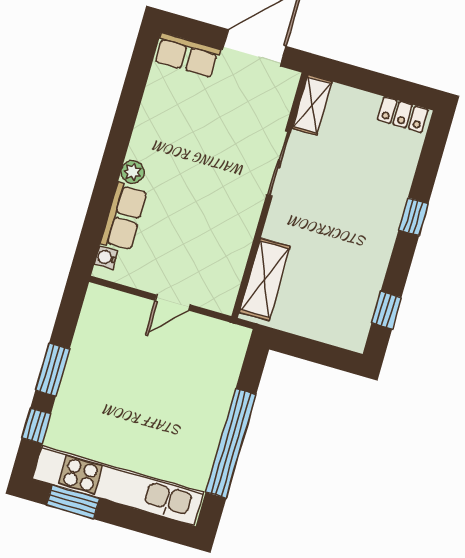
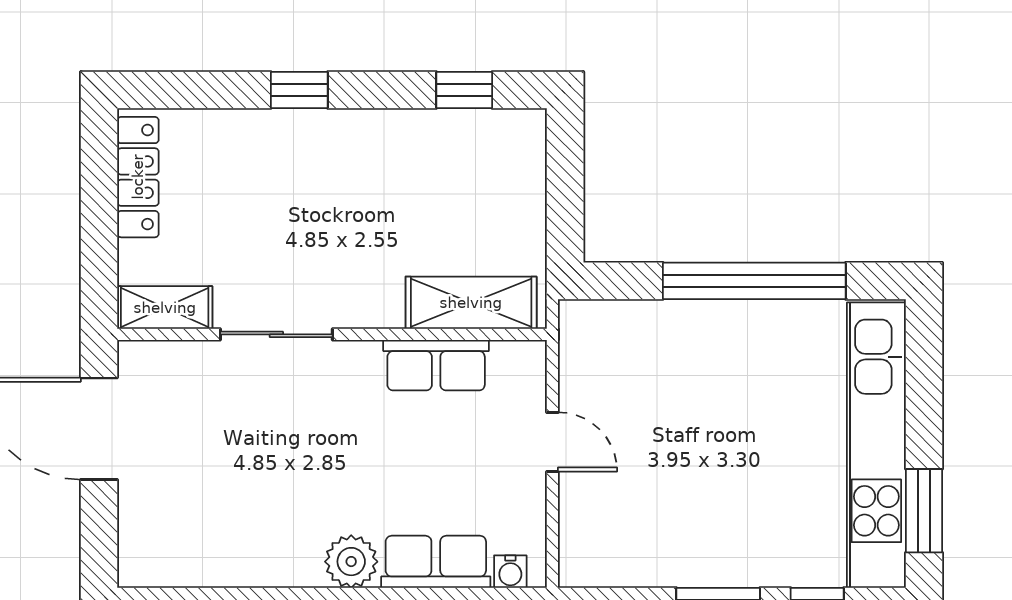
row of seats: (187, 55) -> (436, 365), moved, turned 90
locker: (403, 115) -> (138, 177), width x1.53
plant: (133, 172) -> (351, 562), width x1.38, depth x1.38

